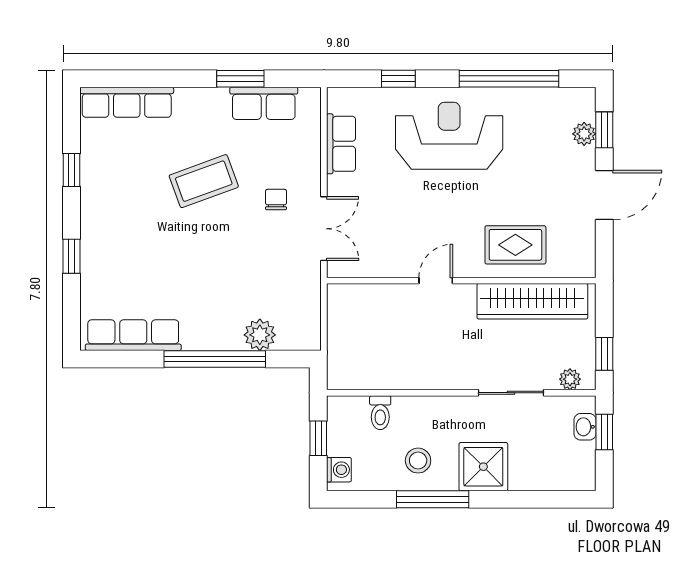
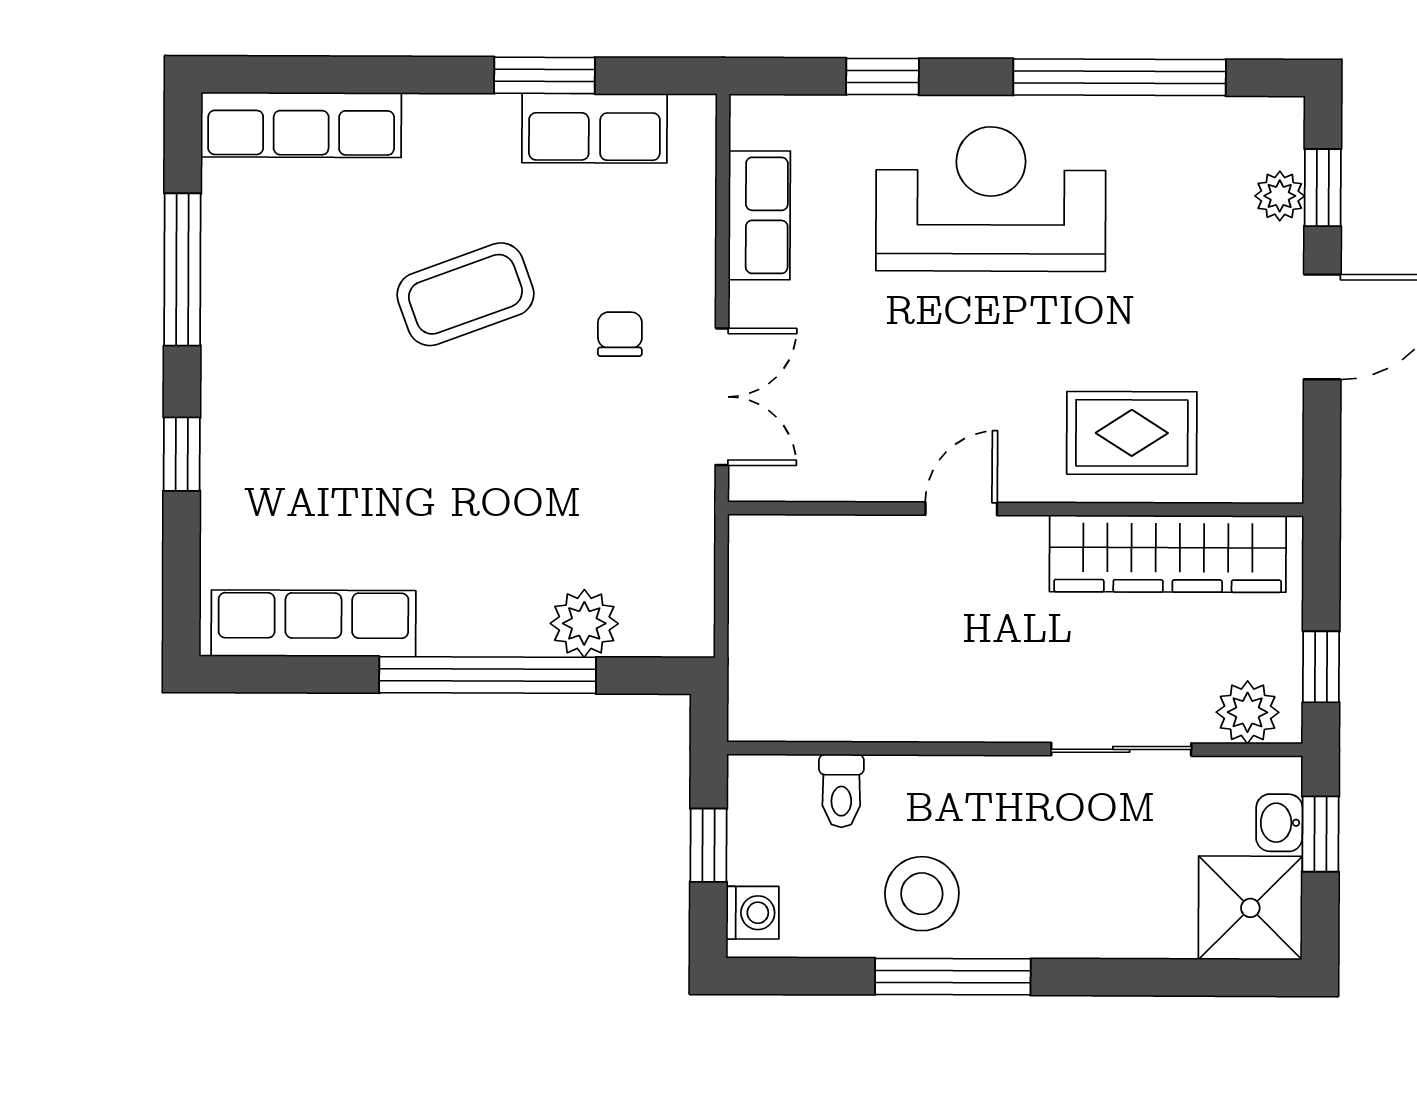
window: (71, 170) -> (182, 269), width x2.17
plant: (570, 379) -> (1248, 712), width x1.38, depth x1.38
stool: (418, 461) -> (922, 894), width x1.38, depth x1.38
shower: (483, 467) -> (1250, 908), moved

